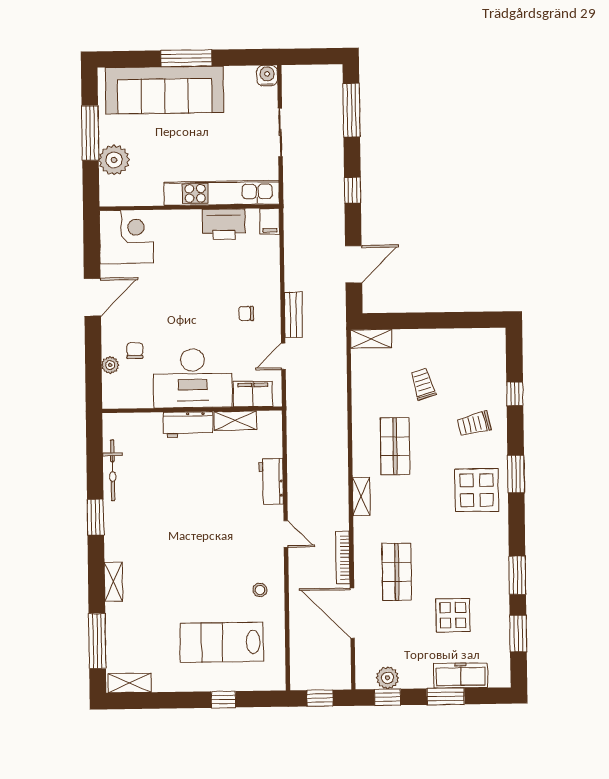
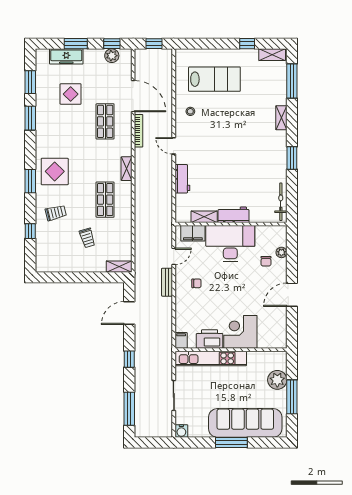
corner desk: (126, 237) -> (240, 332), moved, turned 90
bicycle: (113, 470) -> (281, 202), moved
window: (223, 699) -> (247, 44), moved

